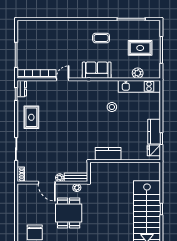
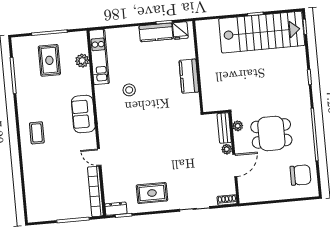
coffee table: (101, 38) -> (37, 133), moved
kitchen counter: (108, 154) -> (189, 76), moved

